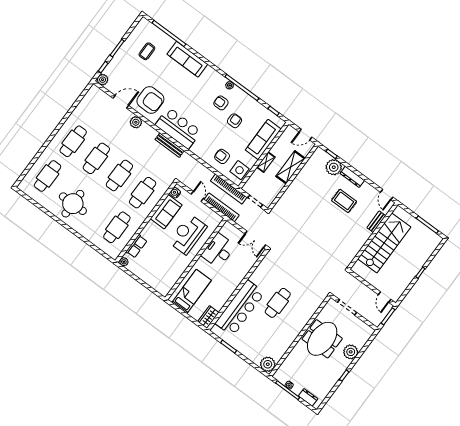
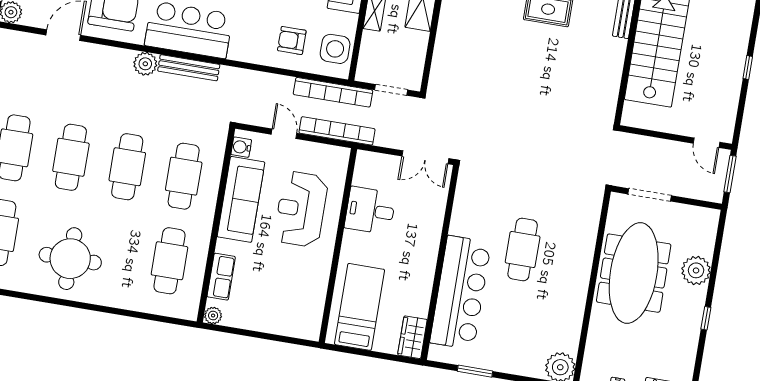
plant: (136, 122) -> (145, 64), moved
sofa: (166, 212) -> (241, 199), width x1.36
desk: (218, 251) -> (370, 211), width x0.73
meeting table: (322, 339) -> (634, 273), width x1.36

